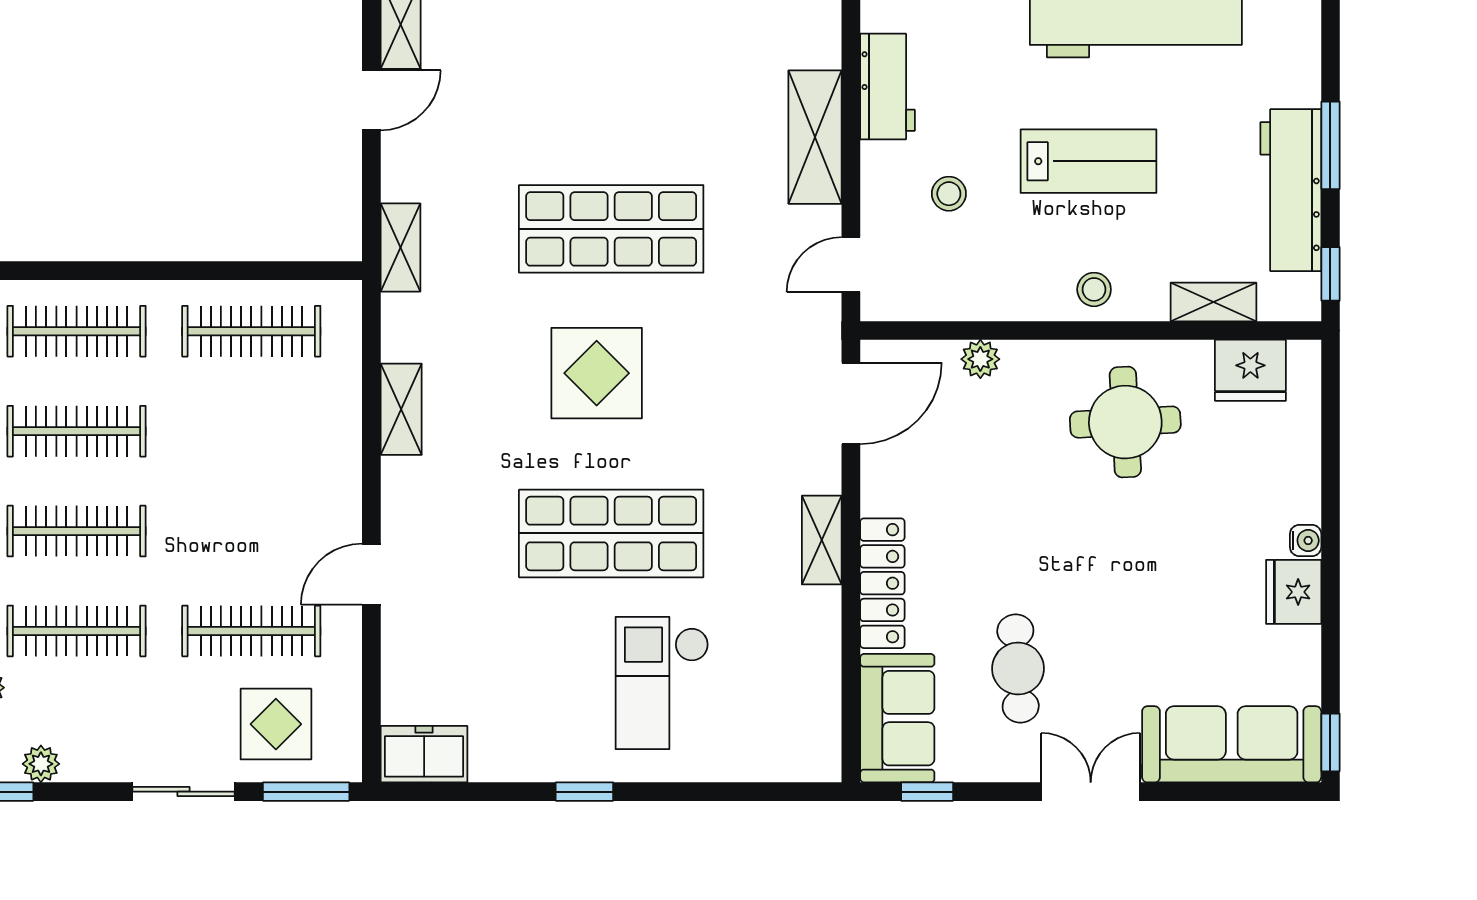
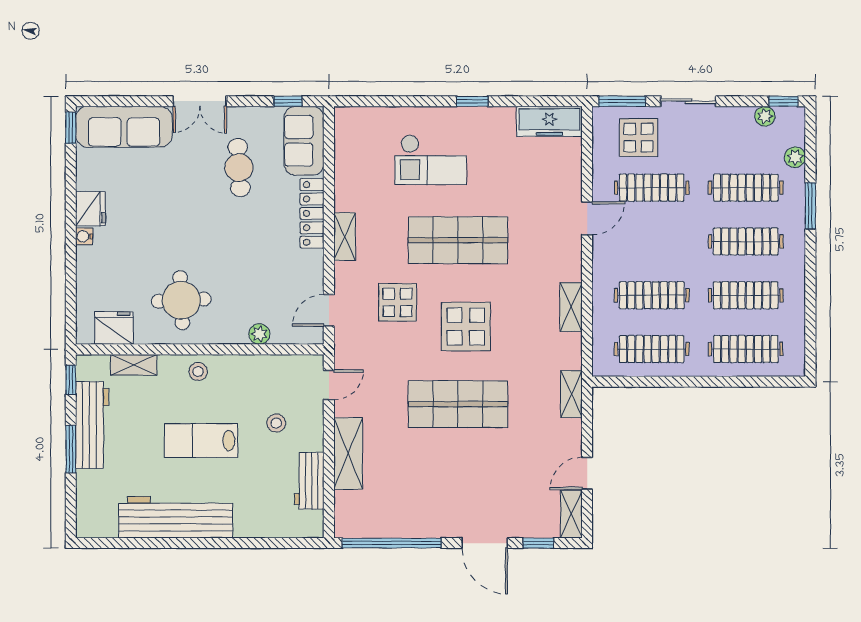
door: (851, 403) -> (329, 310), width x0.73
display table: (724, 418) -> (397, 302), added
clothes rail: (251, 431) -> (652, 295), added
checkout: (662, 683) -> (431, 160), turned 90
freezer: (424, 754) -> (549, 121), width x1.40

